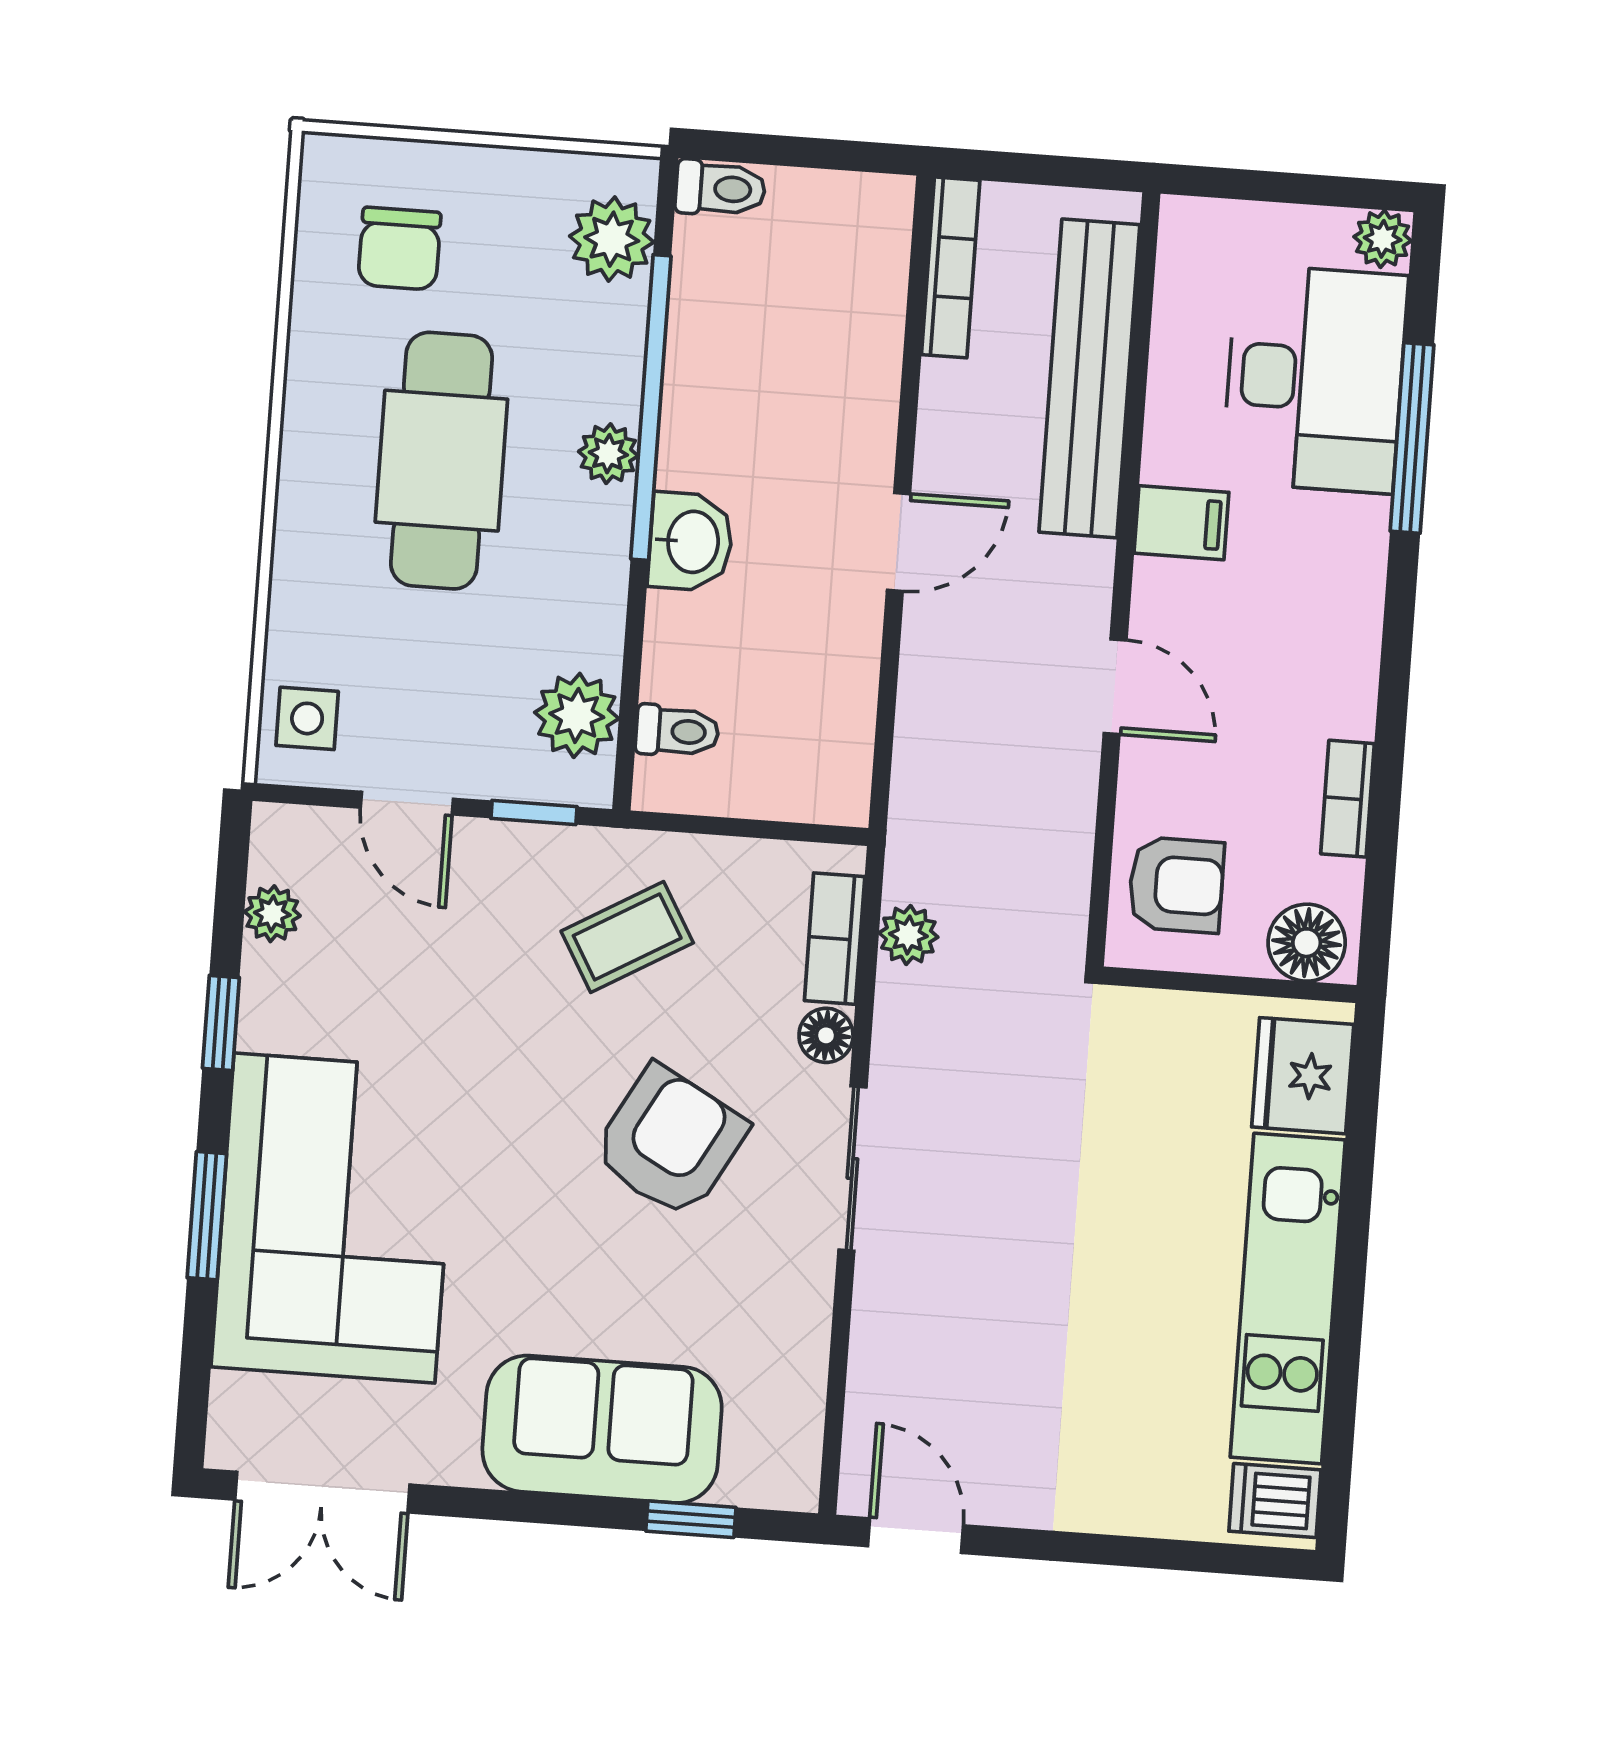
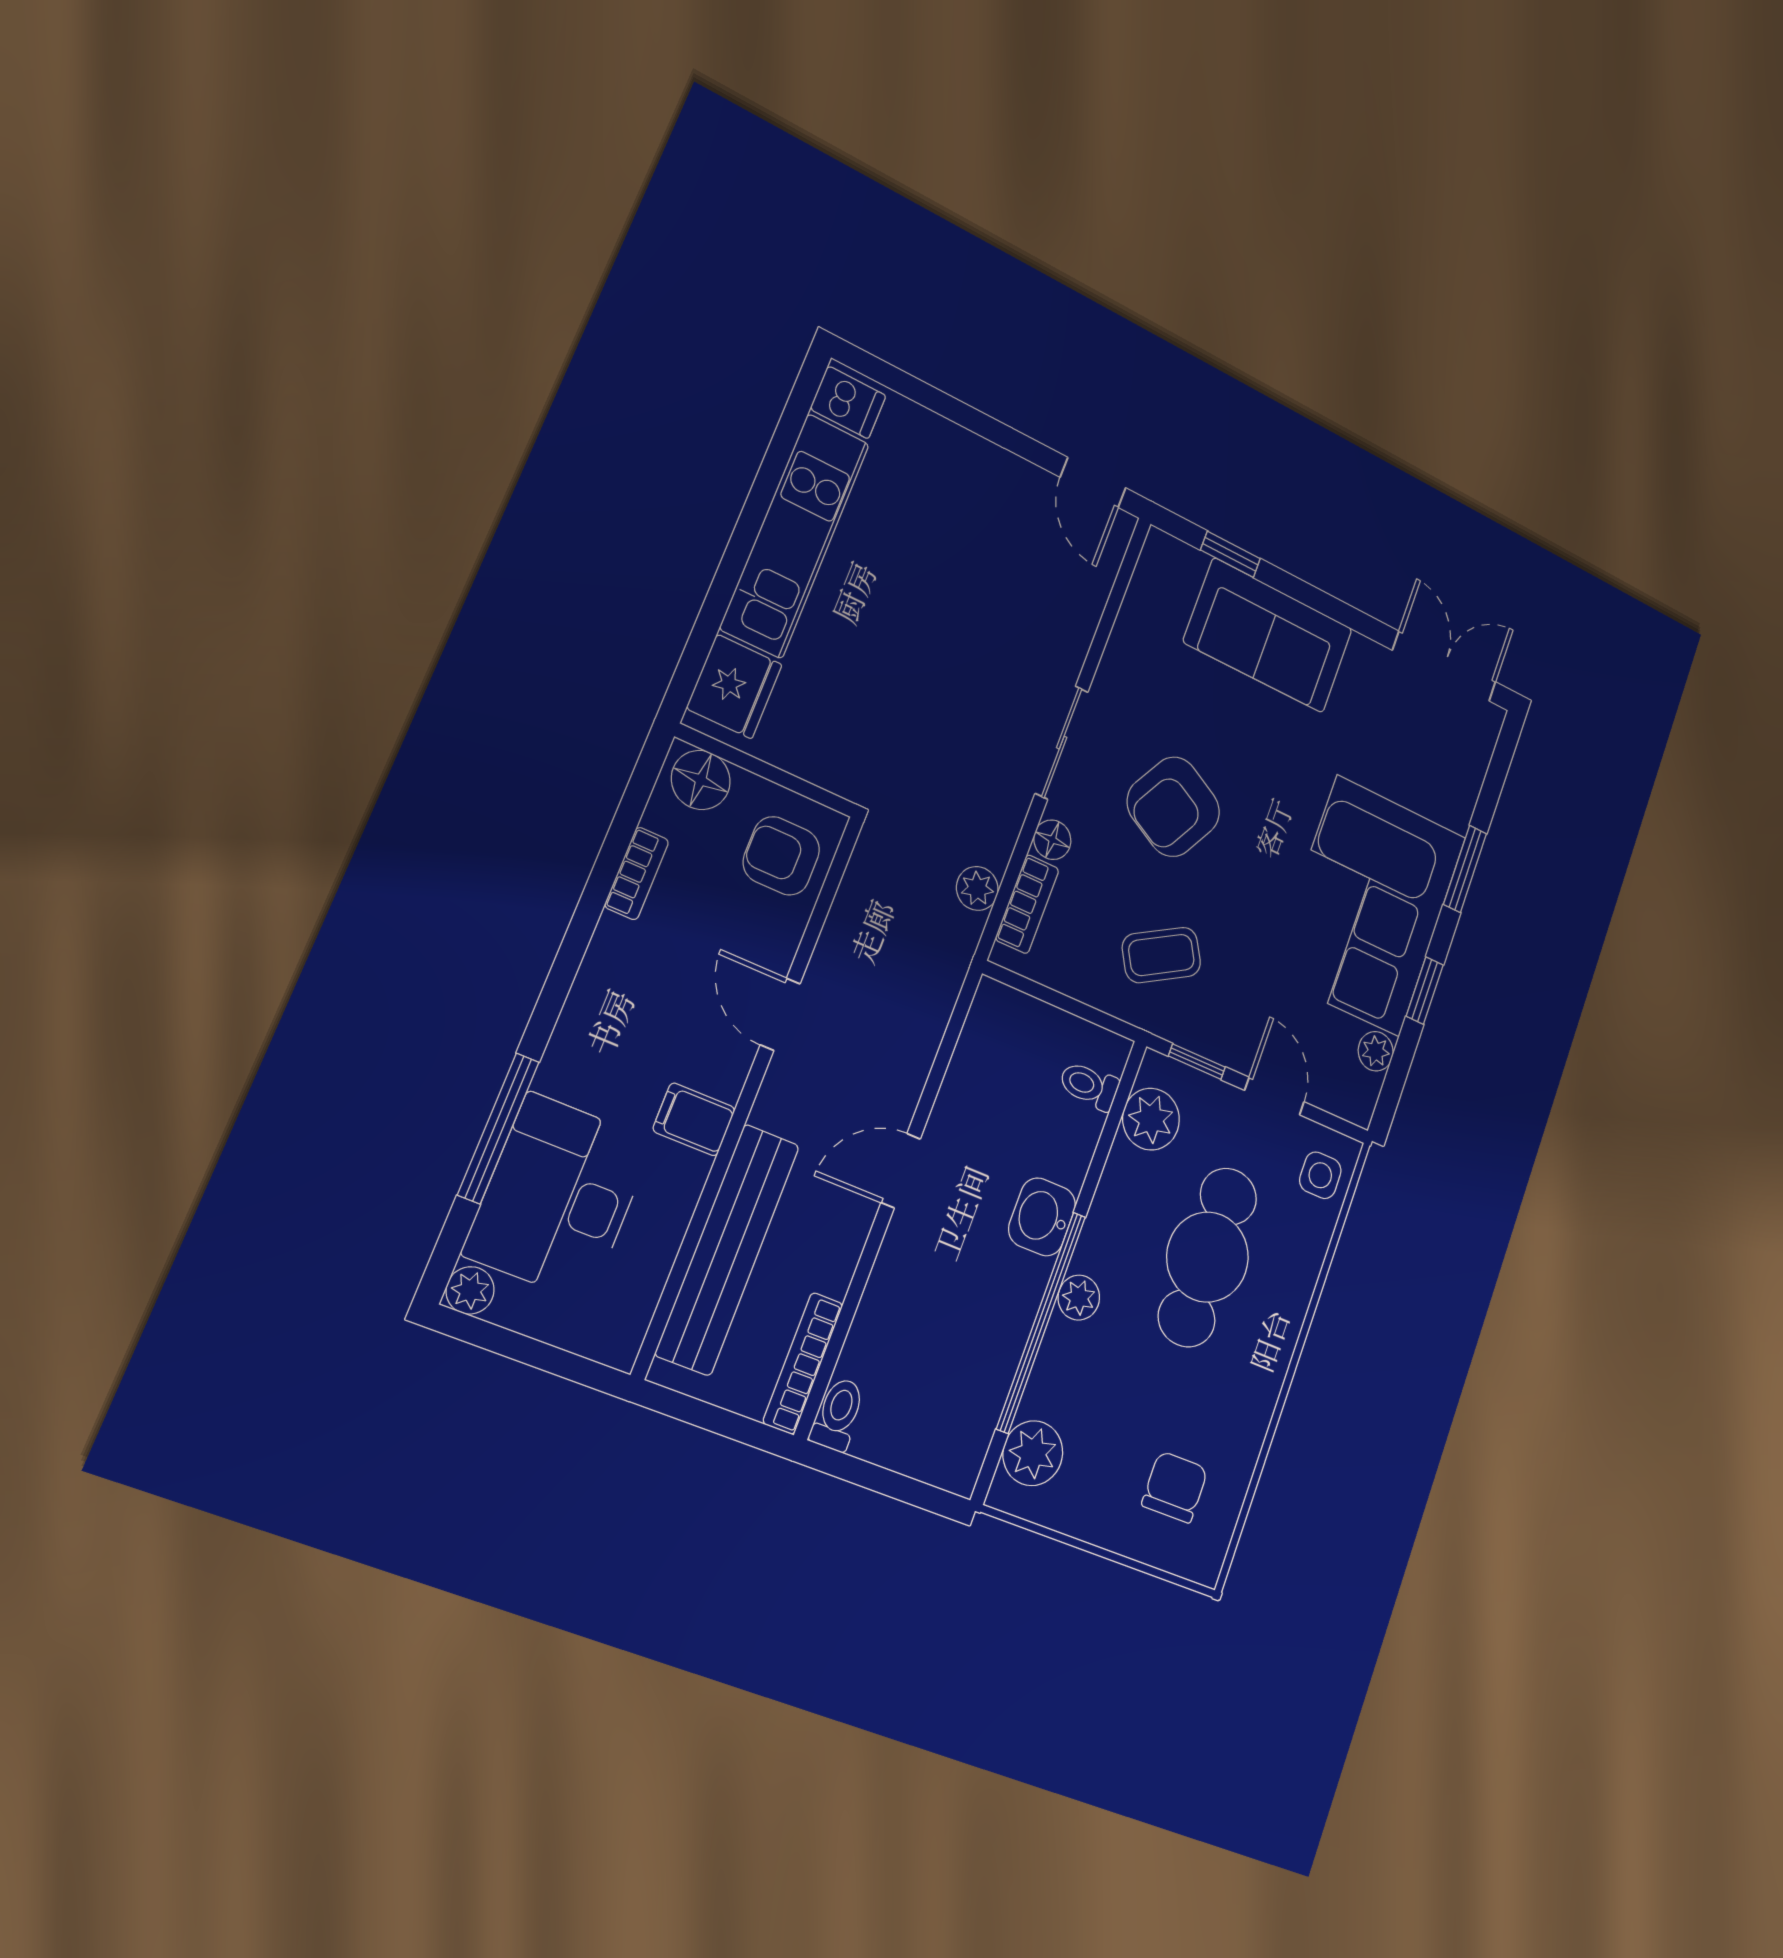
toilet: (720, 188) -> (838, 1414), moved, turned 90
cafe table: (441, 461) -> (1208, 1257), moved
corner sofa: (334, 1218) -> (1368, 906), moved

